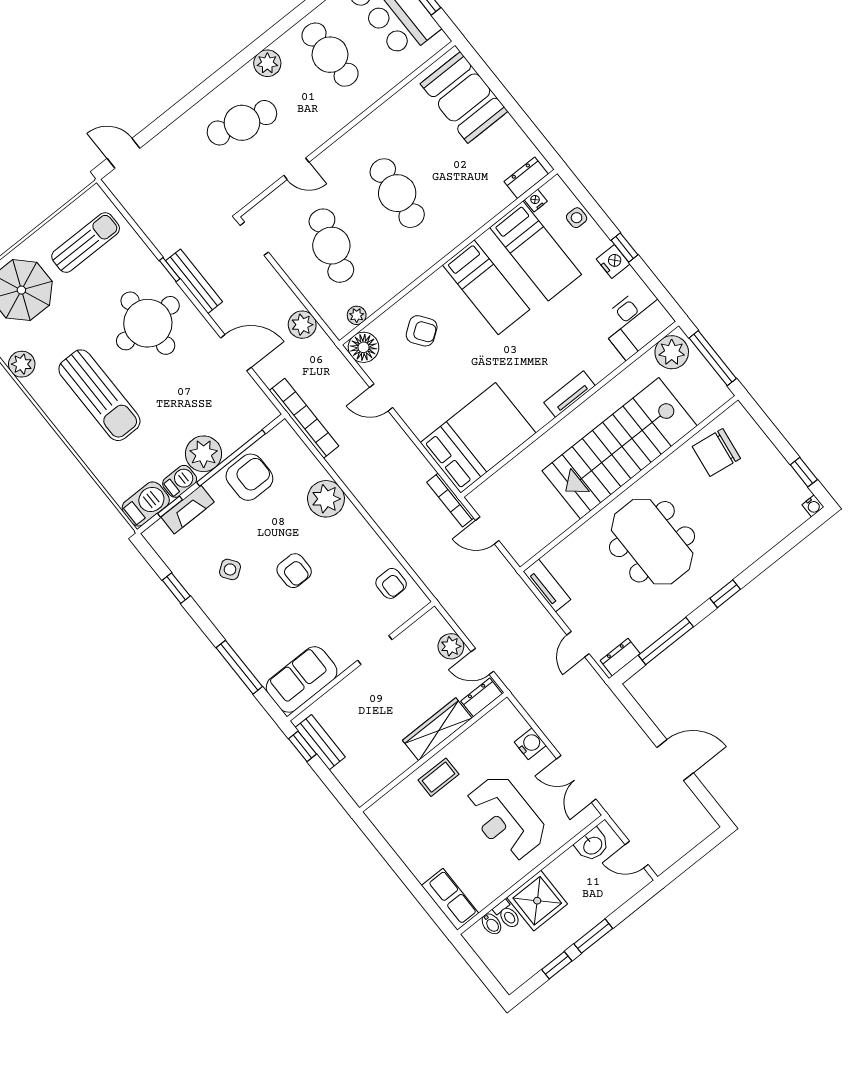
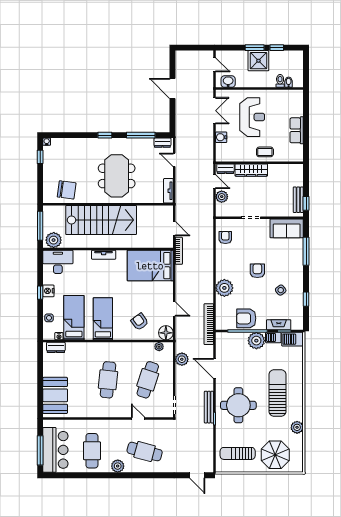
door: (578, 644) -> (174, 160), swing flipped
row of seats: (450, 899) -> (297, 130), moved
shower: (537, 901) -> (258, 61), moved

